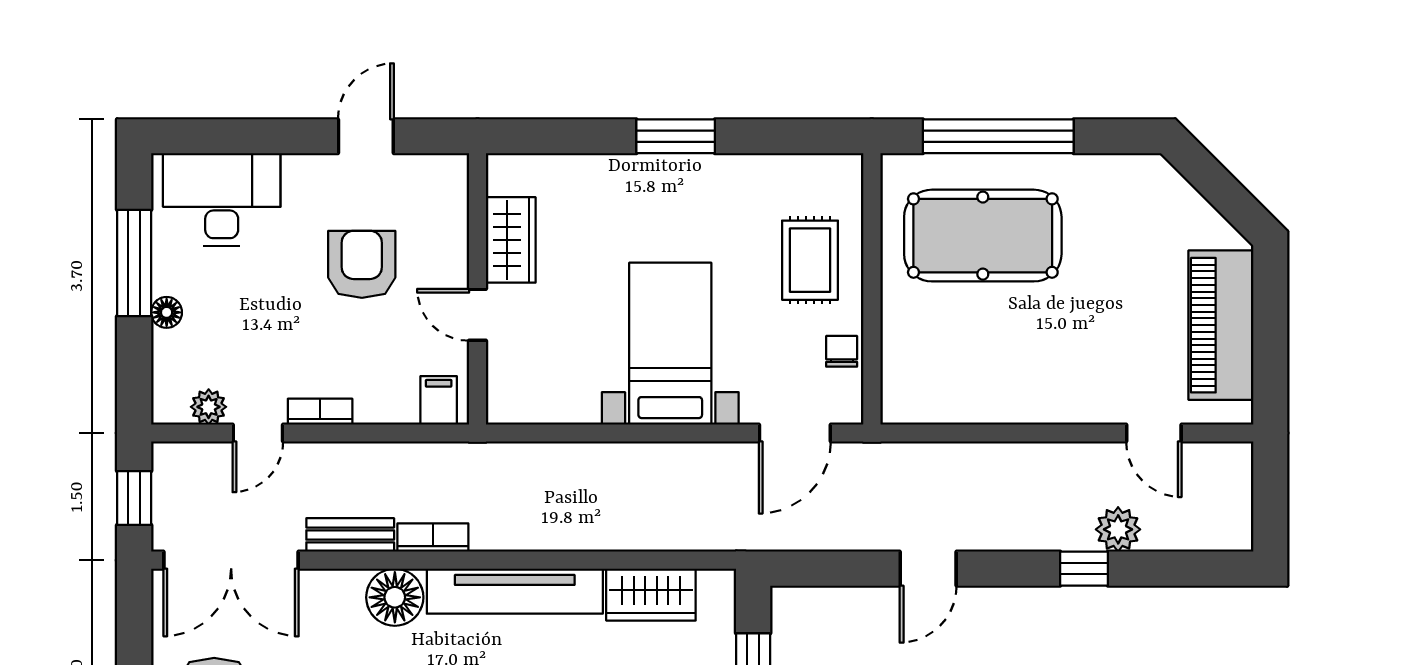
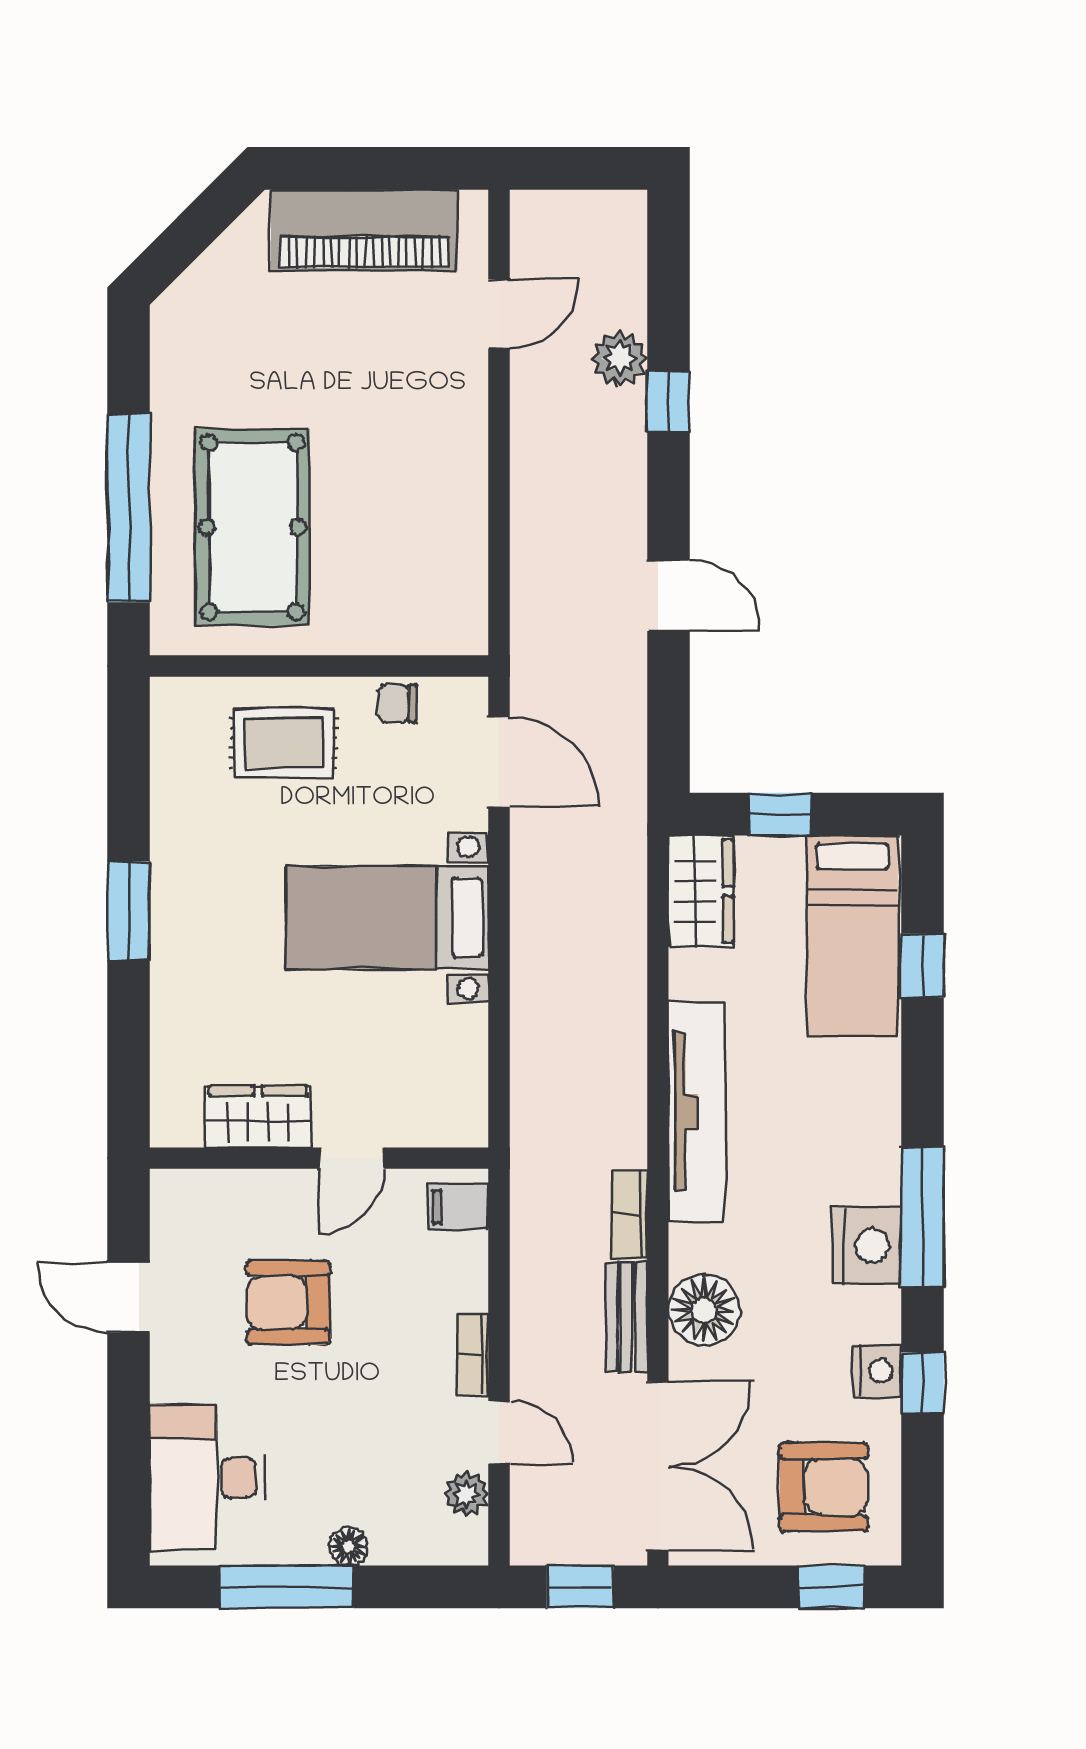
wardrobe: (651, 595) -> (701, 891), moved
floor lamp: (395, 597) -> (704, 1310), moved

